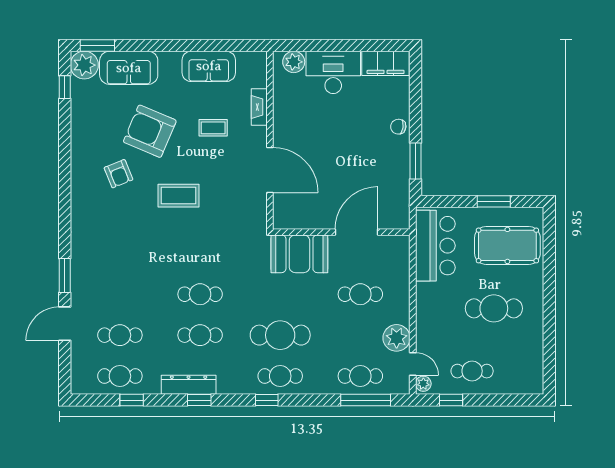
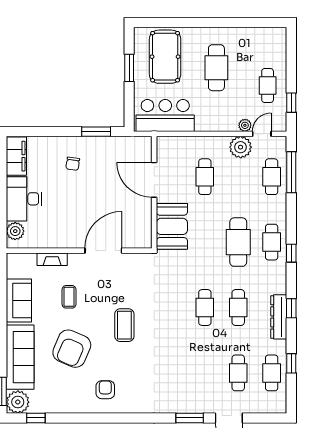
sofa: (129, 68) -> (20, 357), width x1.36
chair: (398, 127) -> (73, 164), moved
armchair: (118, 174) -> (105, 390), moved, turned -68
plant: (423, 384) -> (245, 125), moved

